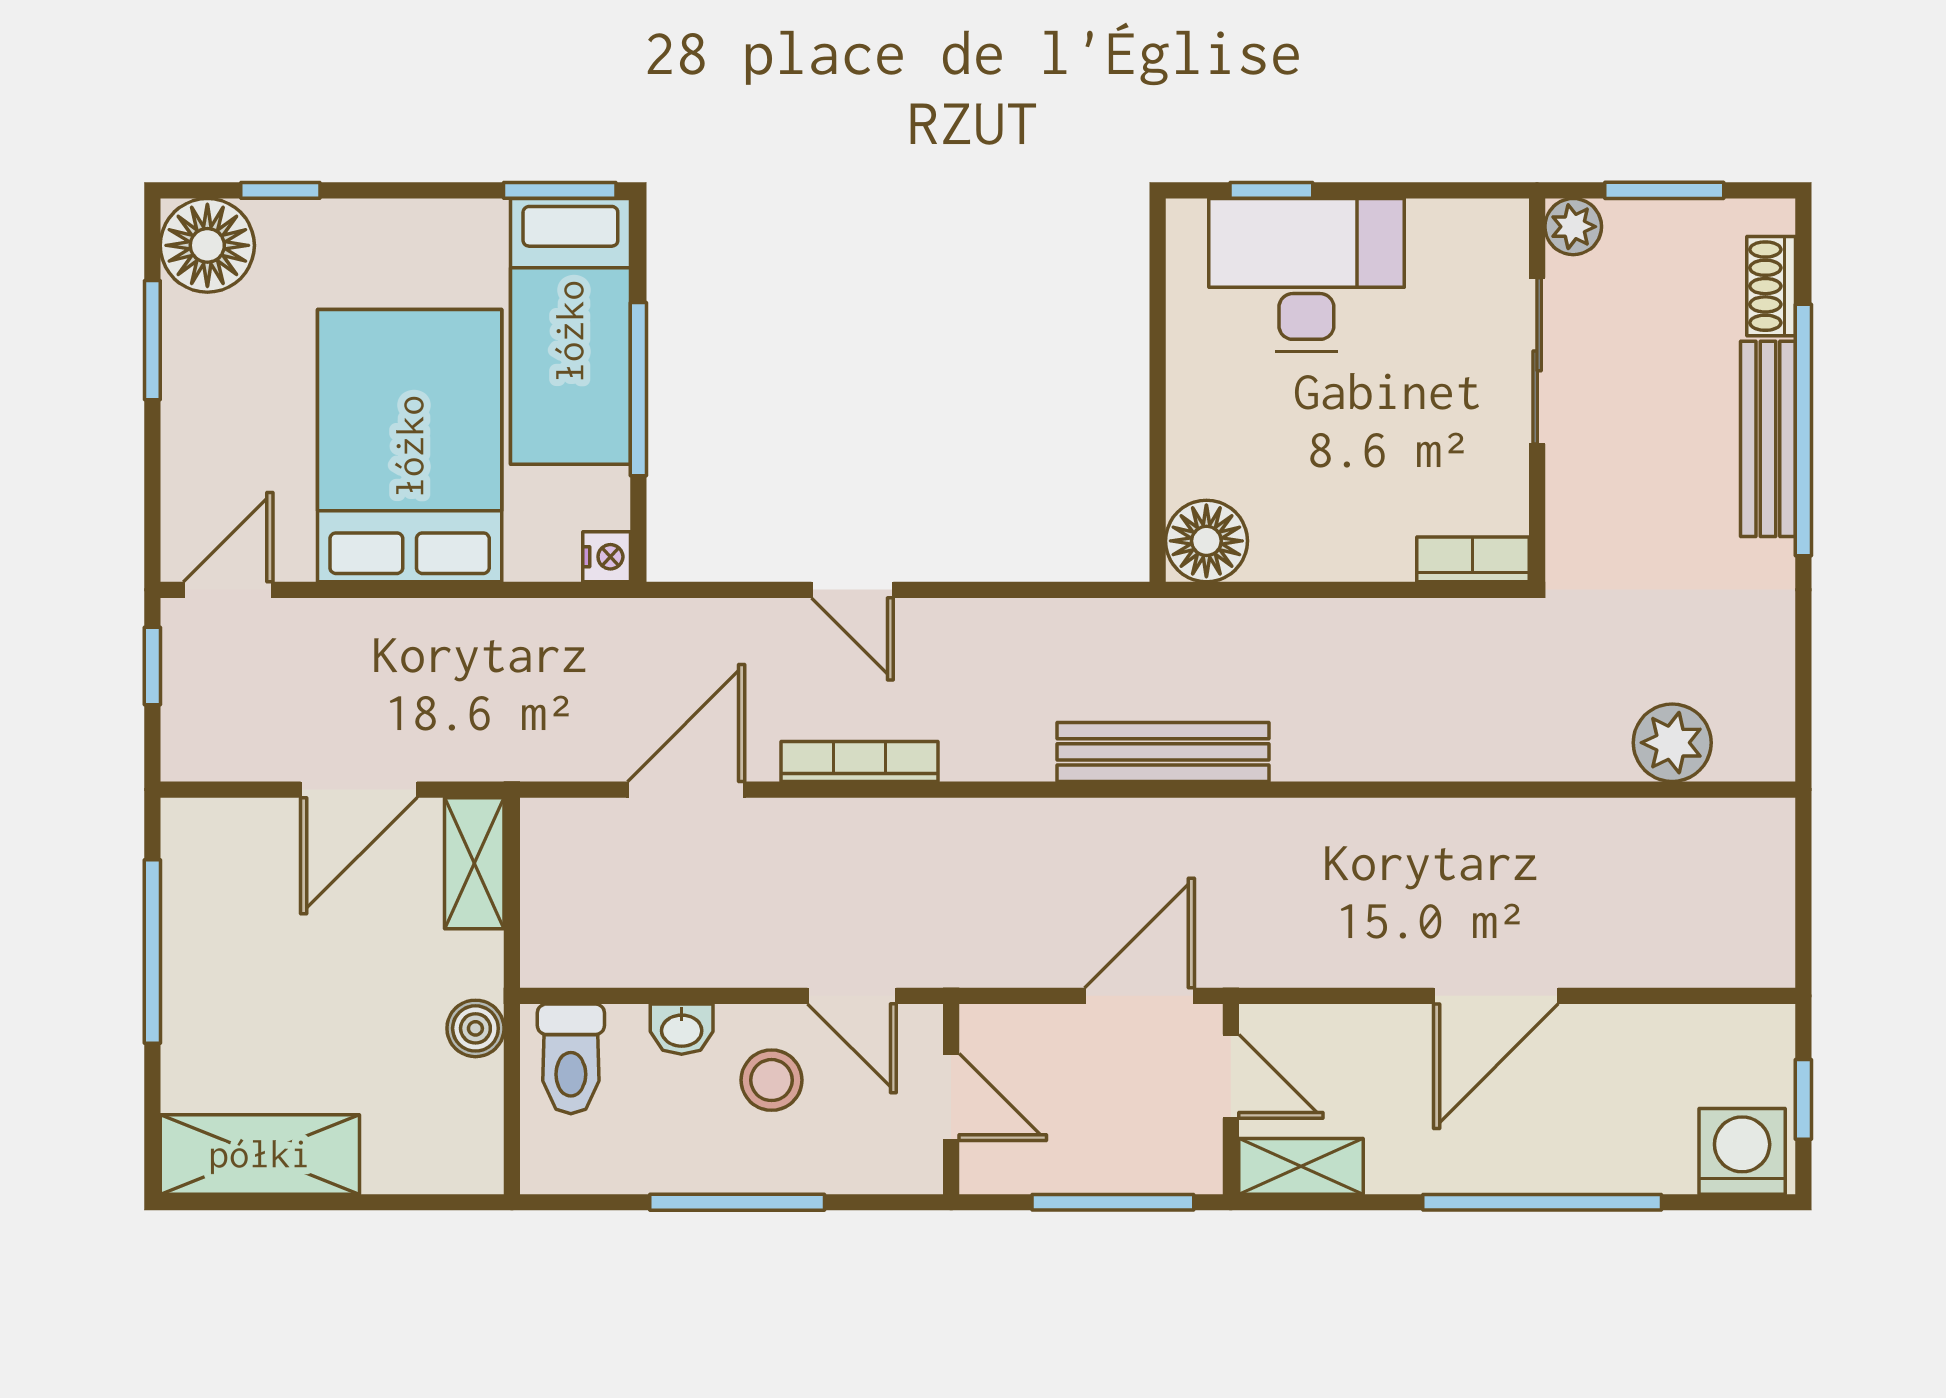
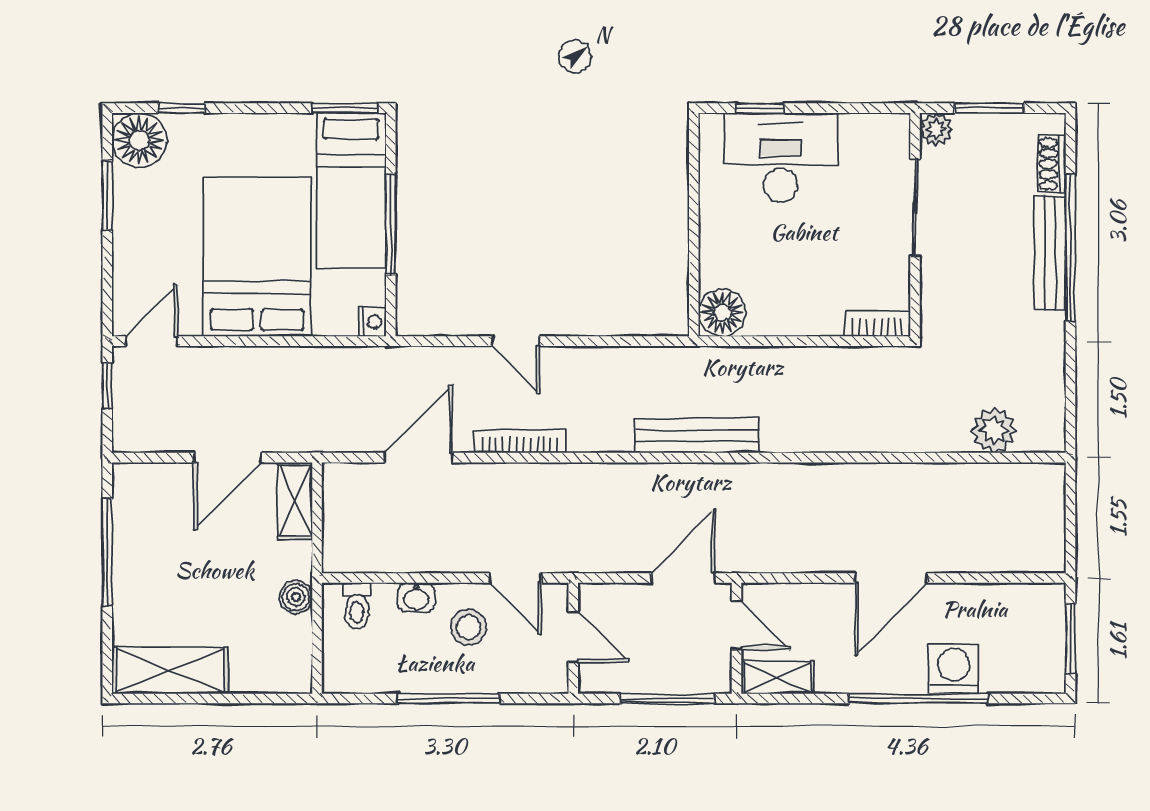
toilet: (571, 1059) -> (357, 606), width x0.73, depth x0.72
window: (1803, 1099) -> (1070, 638), width x1.50
washing machine: (1742, 1151) -> (954, 669), moved

